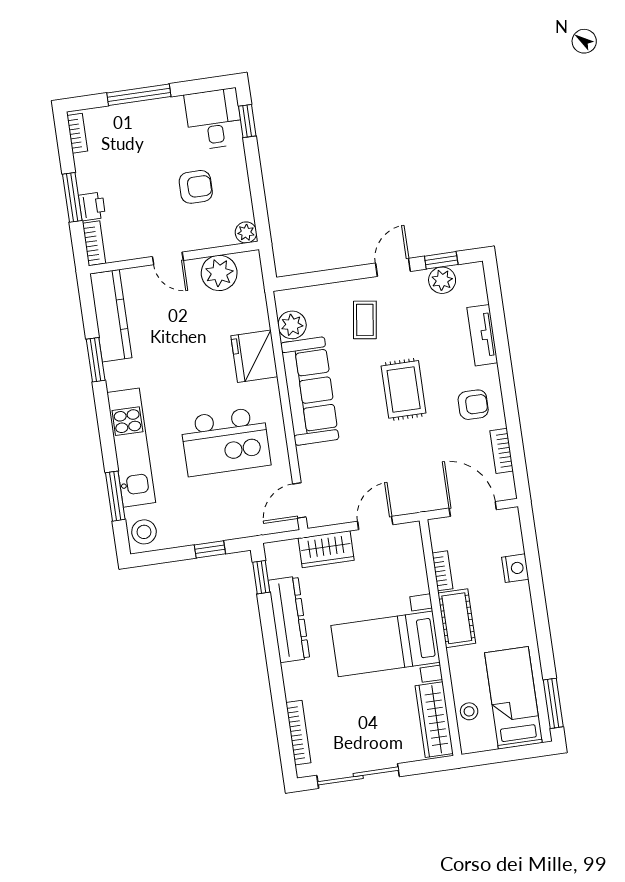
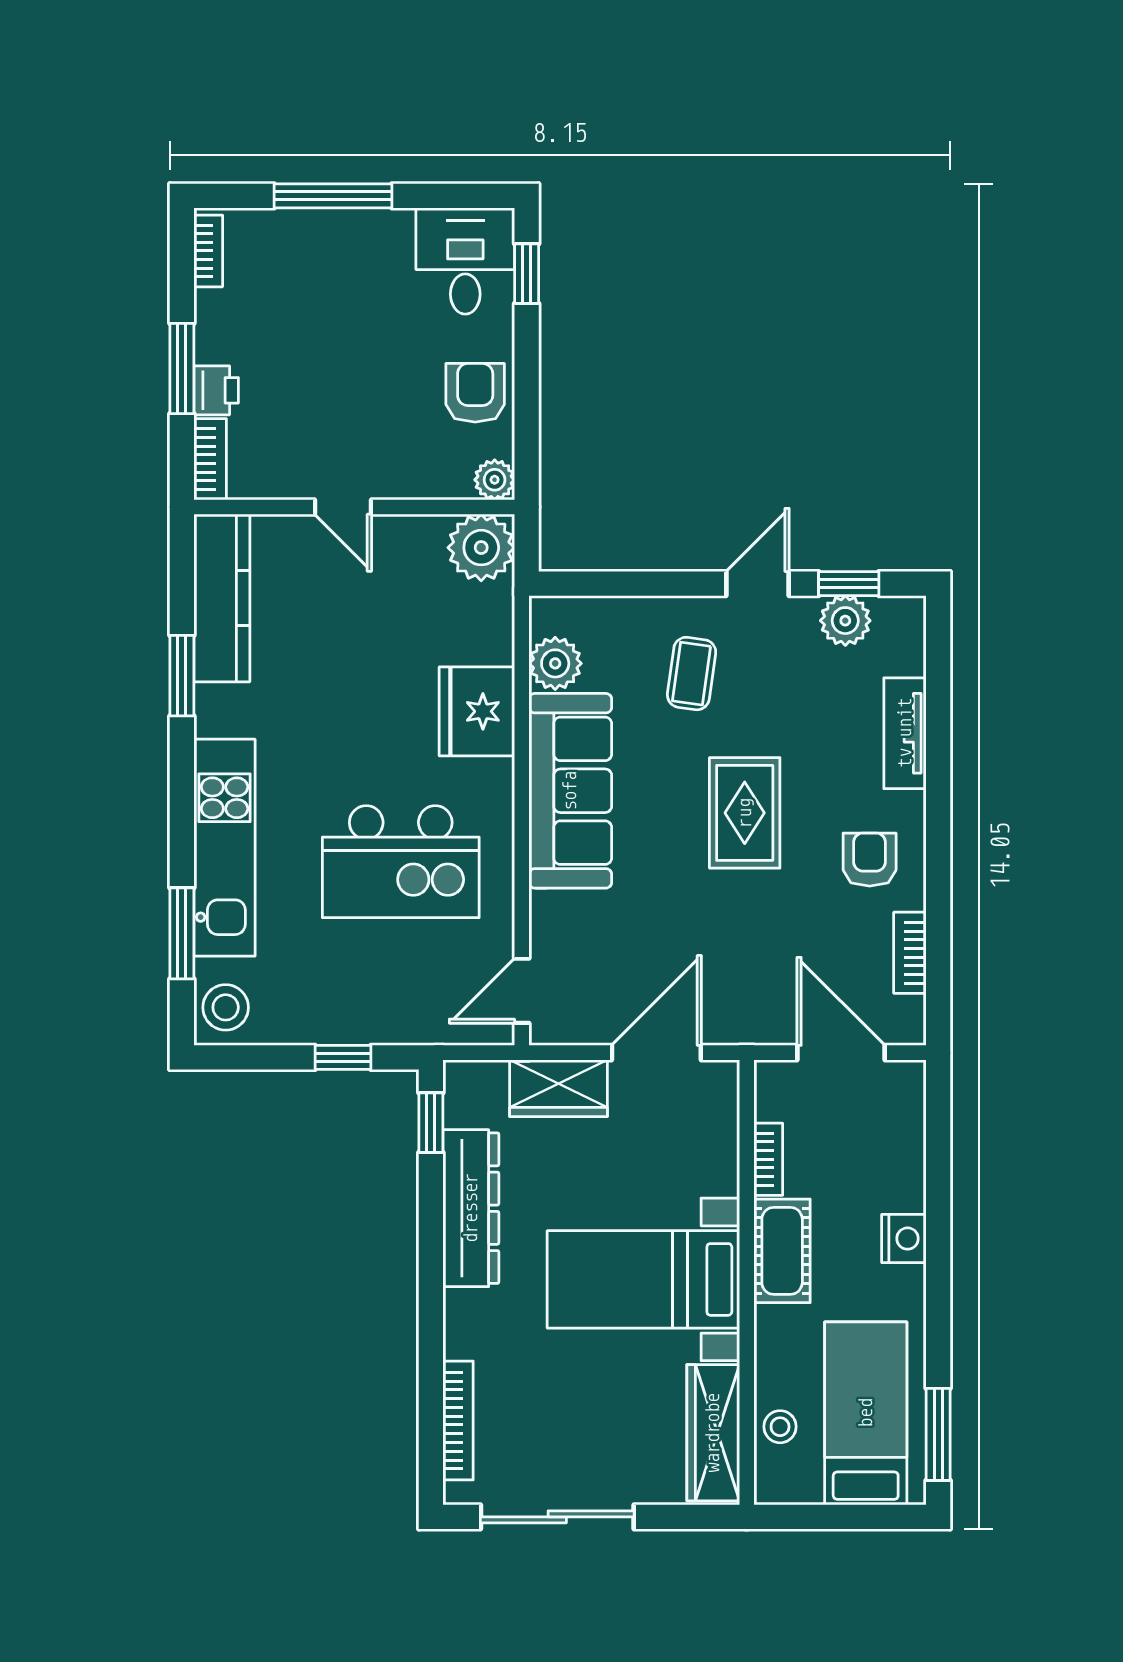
armchair: (196, 187) -> (475, 393), moved, turned -90
plant: (219, 273) -> (481, 548), moved
armchair: (473, 405) -> (870, 860), turned -90
door: (375, 523) -> (656, 1053), width x1.37
nightstand: (515, 568) -> (904, 1239), moved

